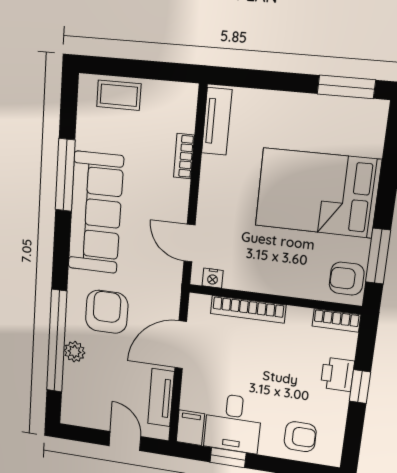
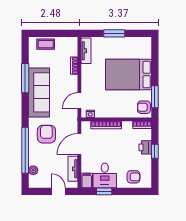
window: (346, 87) -> (114, 33), moved
door: (189, 243) -> (79, 100), hinge flipped
plant: (75, 352) -> (33, 170), moved

